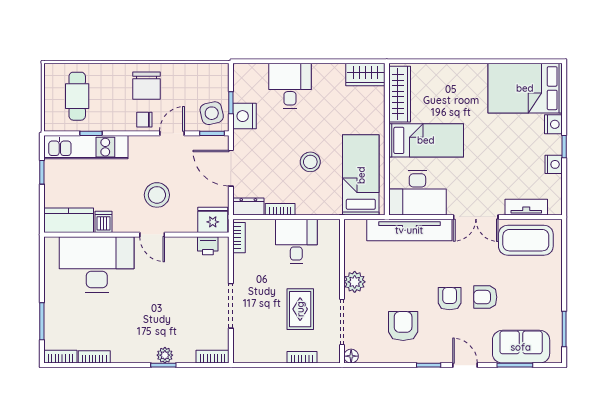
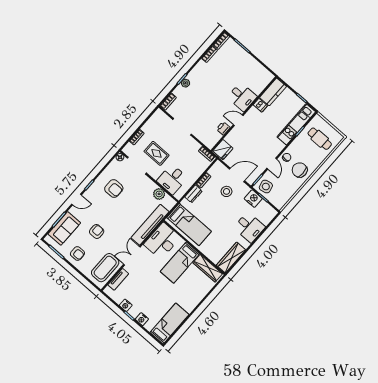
wardrobe: (365, 74) -> (231, 258), width x1.50
bed: (525, 88) -> (169, 323), width x0.67
stool: (310, 162) -> (227, 191), moved
stool: (157, 195) -> (252, 136), removed
dresser: (248, 206) -> (193, 194), moved
desk: (296, 241) -> (172, 179), moved, turned 90
printer: (208, 246) -> (223, 128), moved
desk: (97, 264) -> (242, 97), width x0.53, depth x0.77
plant: (355, 282) -> (159, 194), moved
armchair: (450, 299) -> (77, 253), moved

